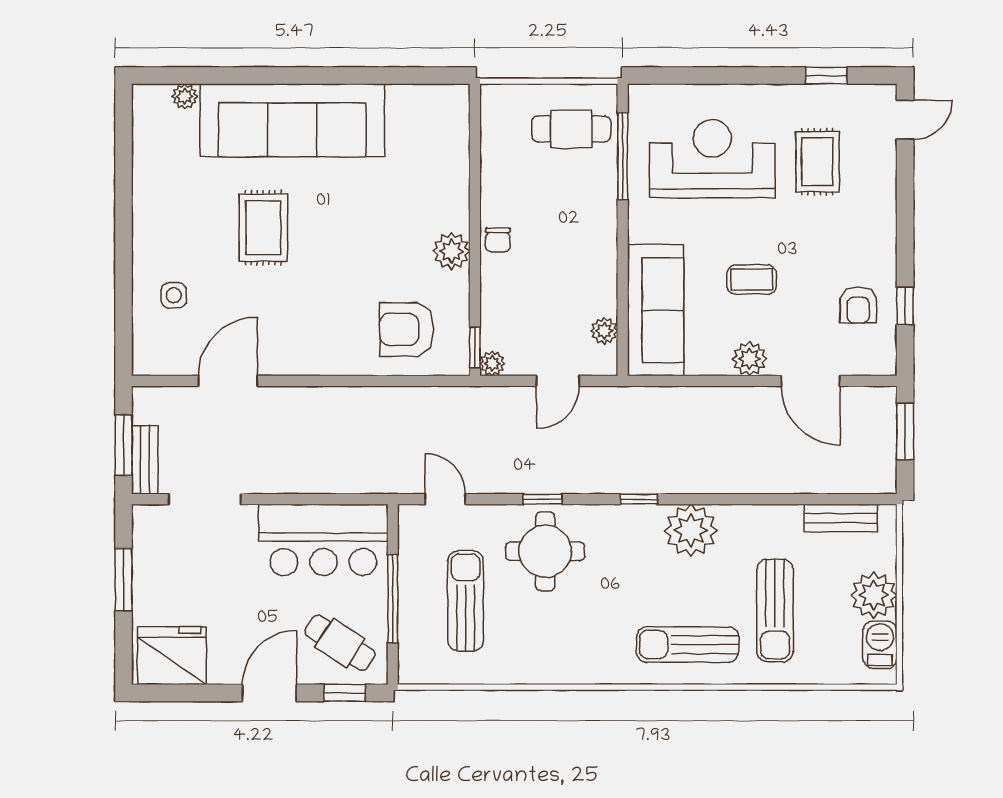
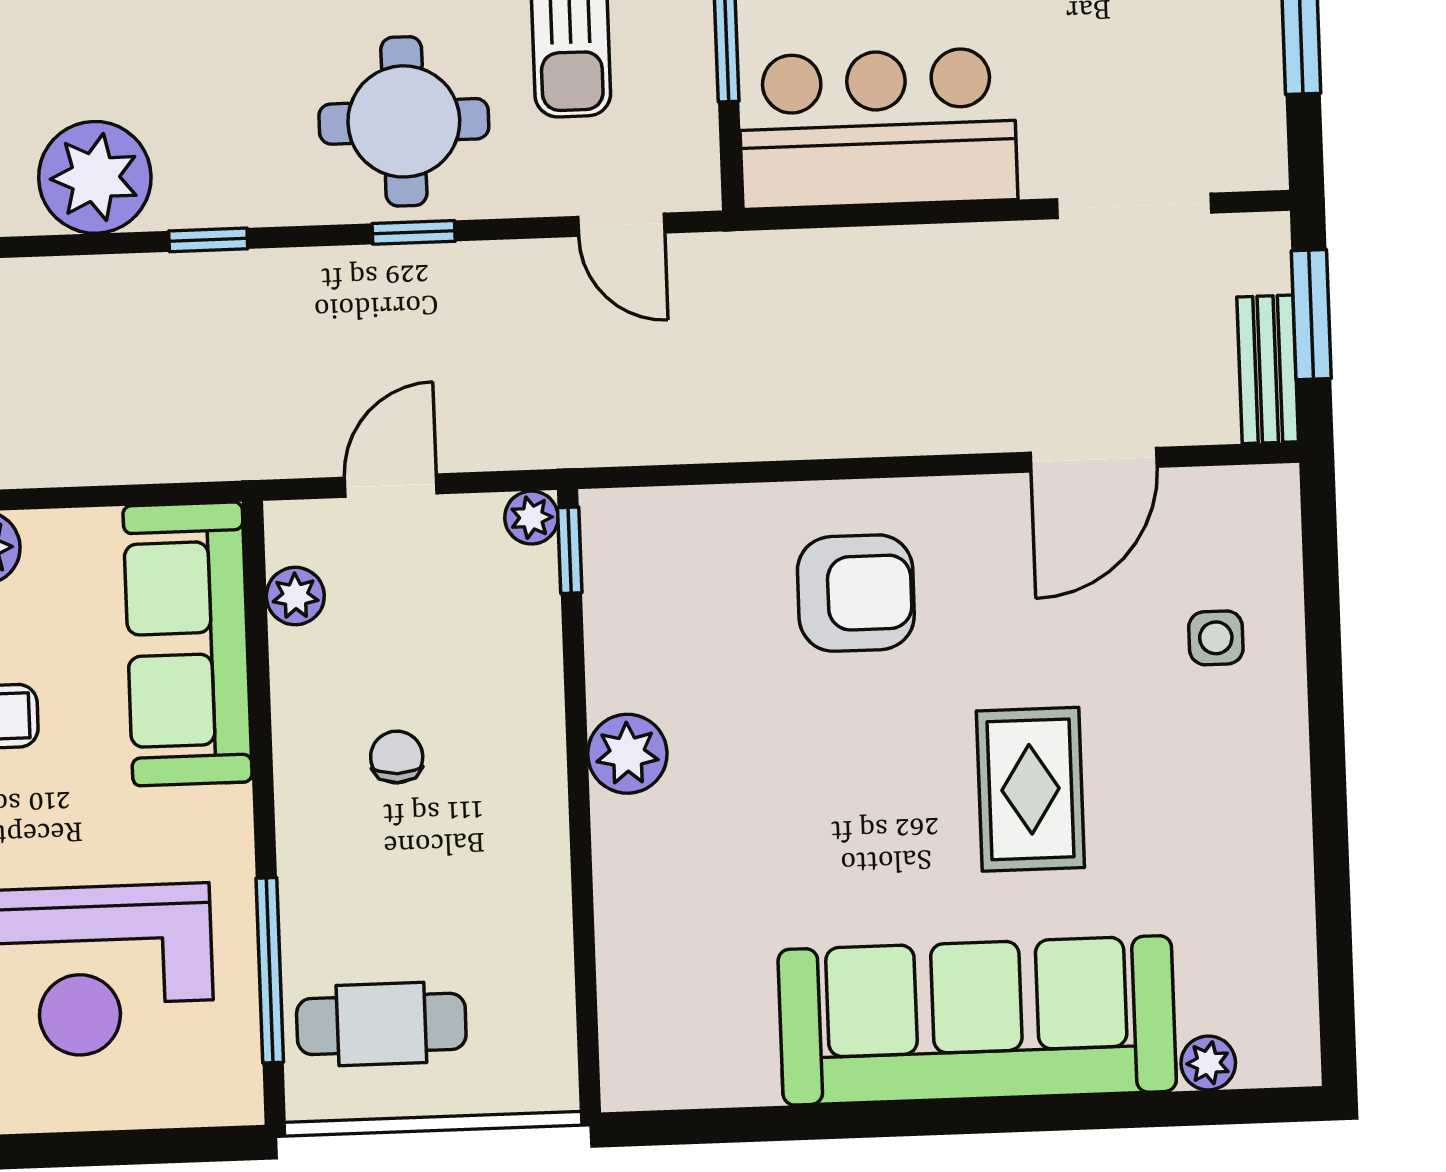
chair: (498, 240) -> (397, 757), moved
armchair: (407, 329) -> (856, 593), moved
bench: (145, 460) -> (1268, 369), moved

